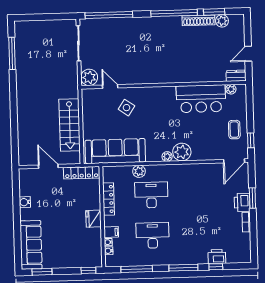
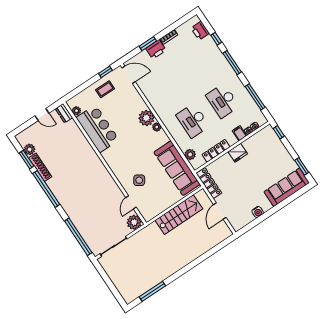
plant: (139, 171) -> (190, 155), moved
printer: (217, 257) -> (200, 31), moved

